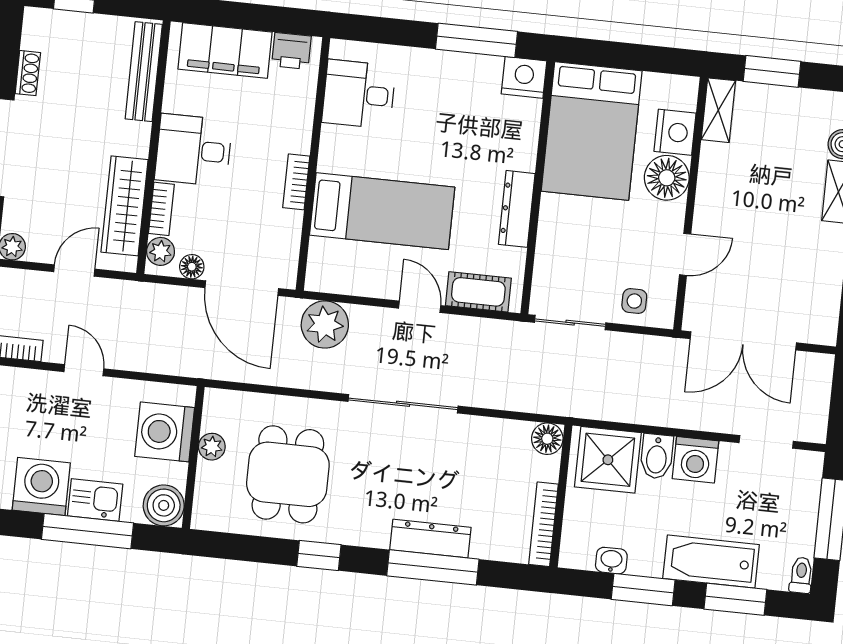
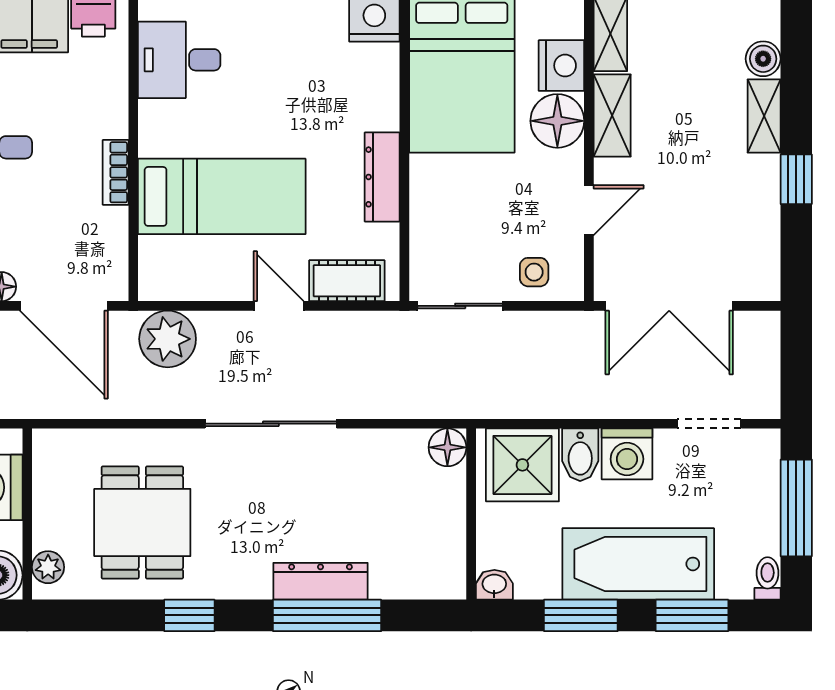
shelving: (713, 178) -> (612, 116), added
plant: (212, 447) -> (48, 567), moved
bookcase: (543, 524) -> (454, 550), removed
washbasin: (611, 561) -> (494, 585), moved
bathtub: (711, 562) -> (638, 564), width x1.36, depth x1.36

